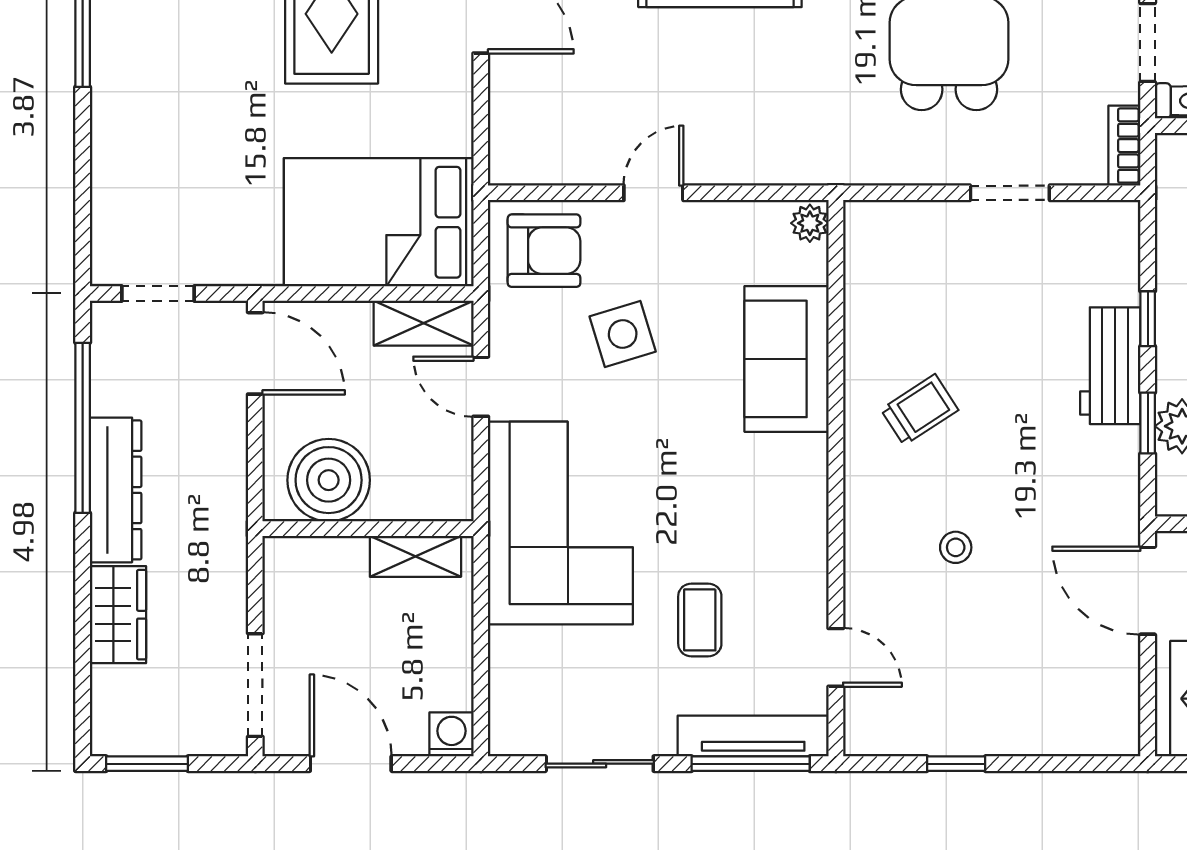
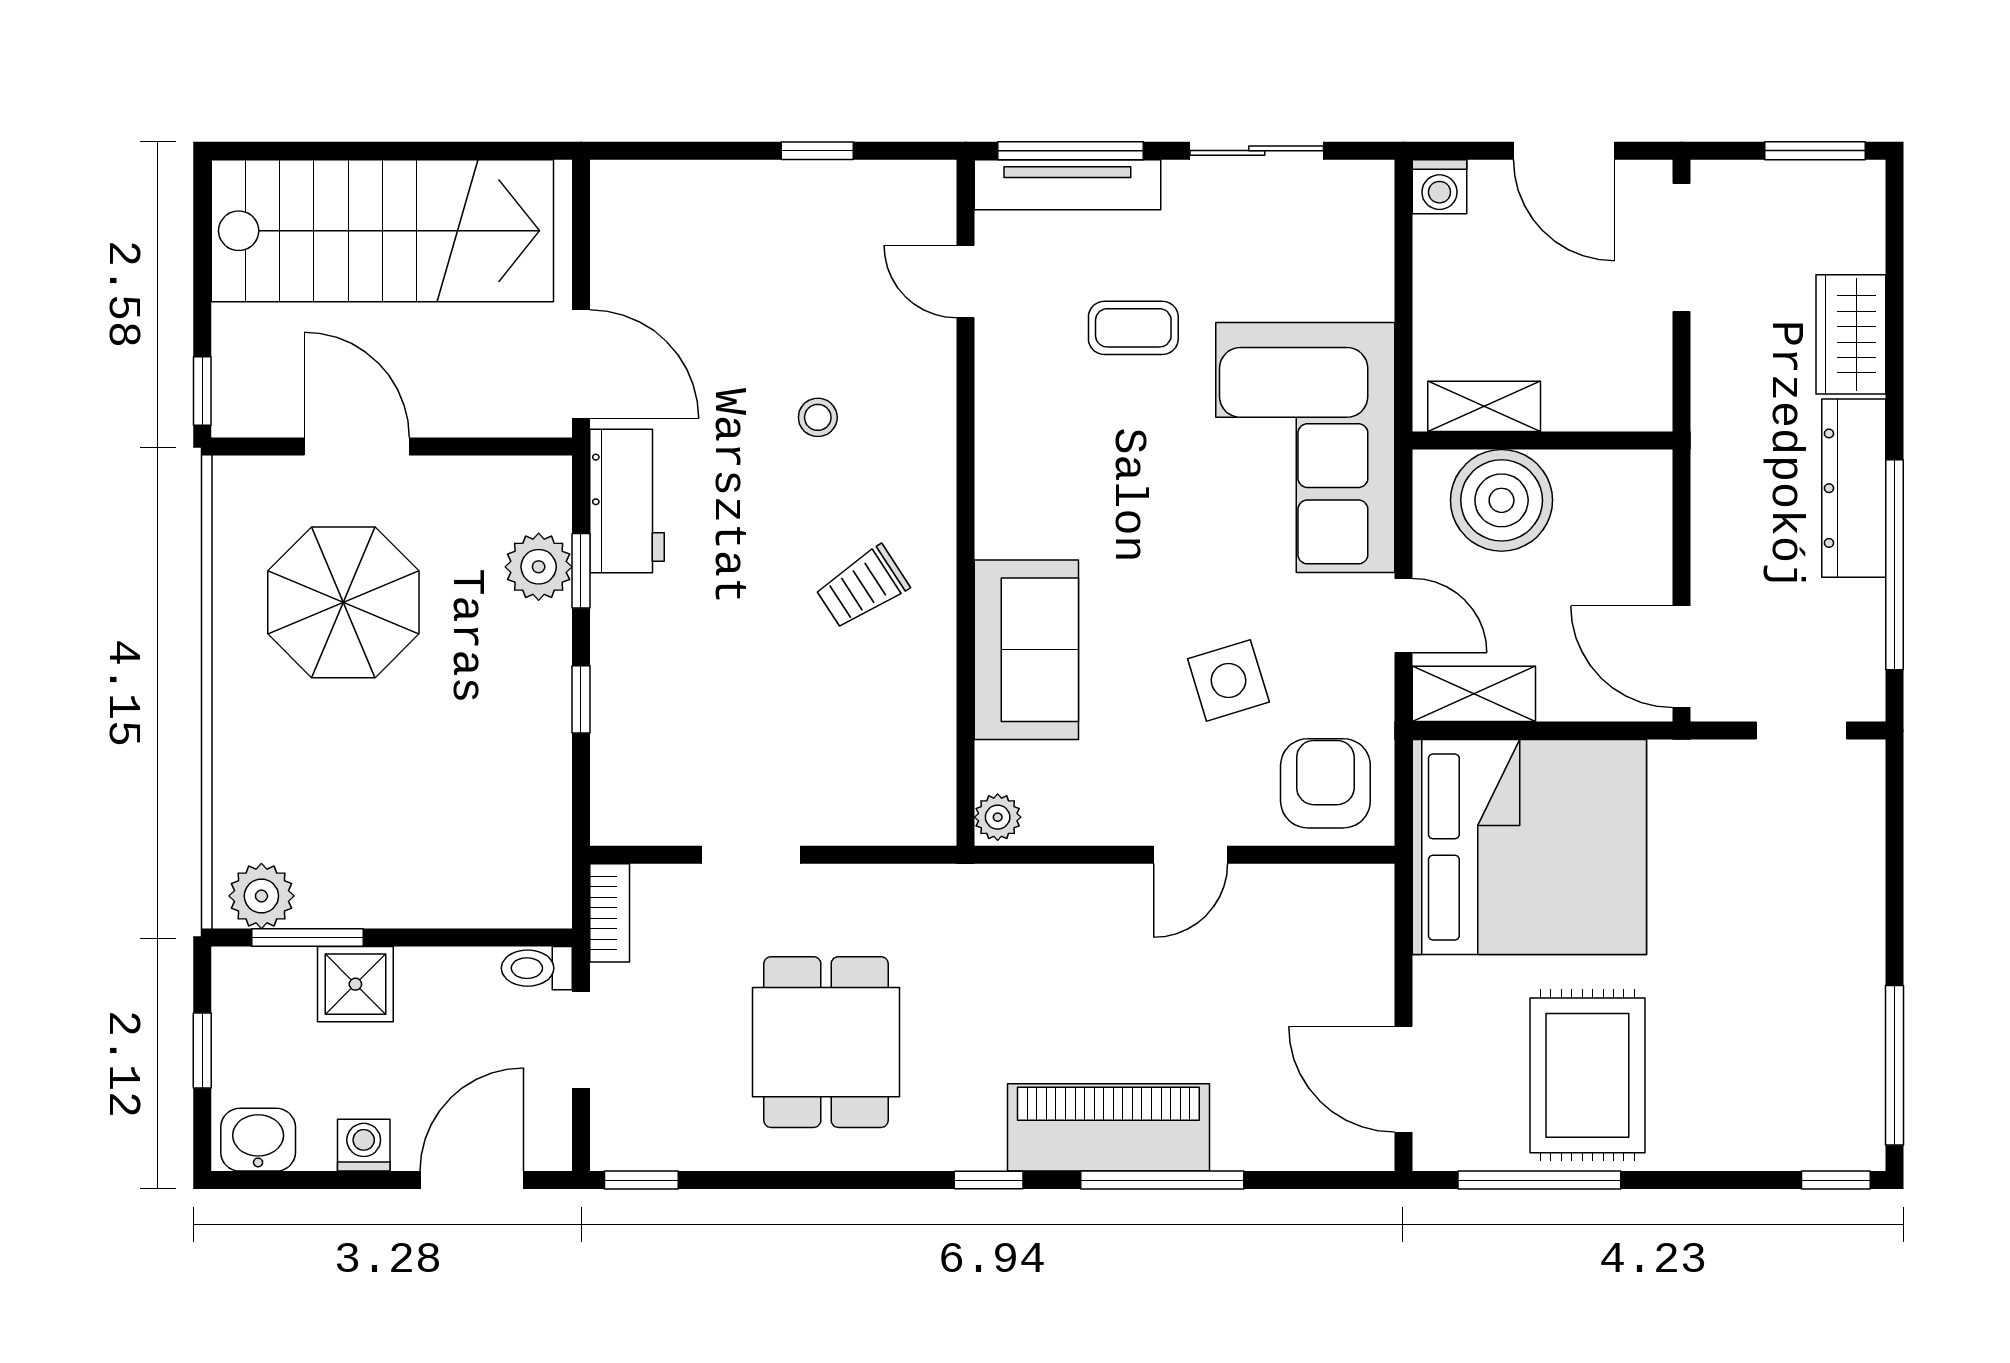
bed: (379, 222) -> (1529, 847), width x1.36
armchair: (544, 251) -> (1325, 783), turned 90
workbench: (1110, 366) -> (627, 501), moved
boiler: (329, 480) -> (1502, 500), moved
coffee table: (700, 620) -> (1133, 328), turned 90

